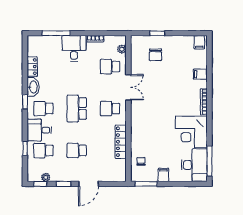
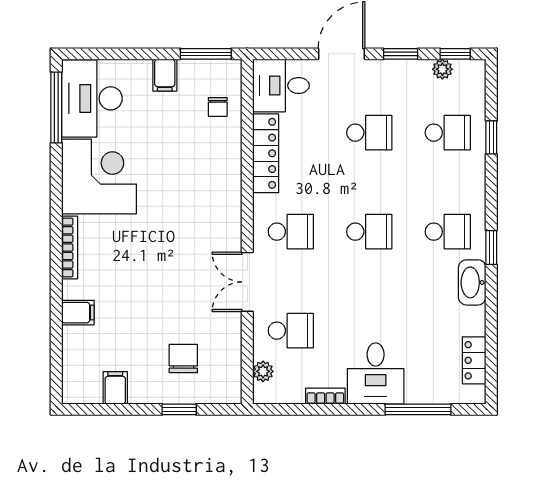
filing cabinet: (199, 42) -> (115, 388), moved
locker: (32, 67) -> (474, 360), moved
school desk: (77, 109) -> (369, 232), width x0.54
desk: (39, 130) -> (281, 86), moved, turned 180

